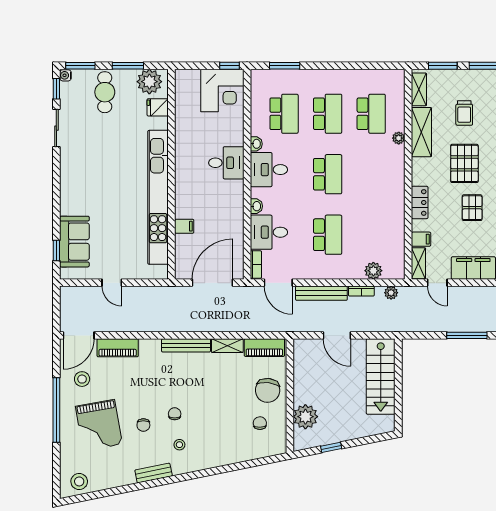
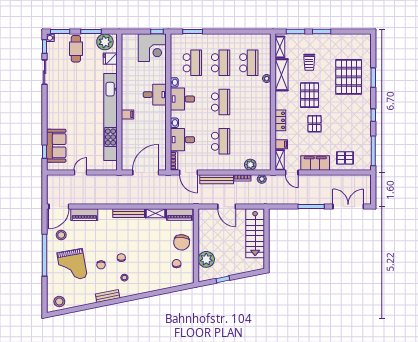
filing cabinet: (184, 226) -> (128, 114), moved
door: (112, 283) -> (81, 172), swing flipped

